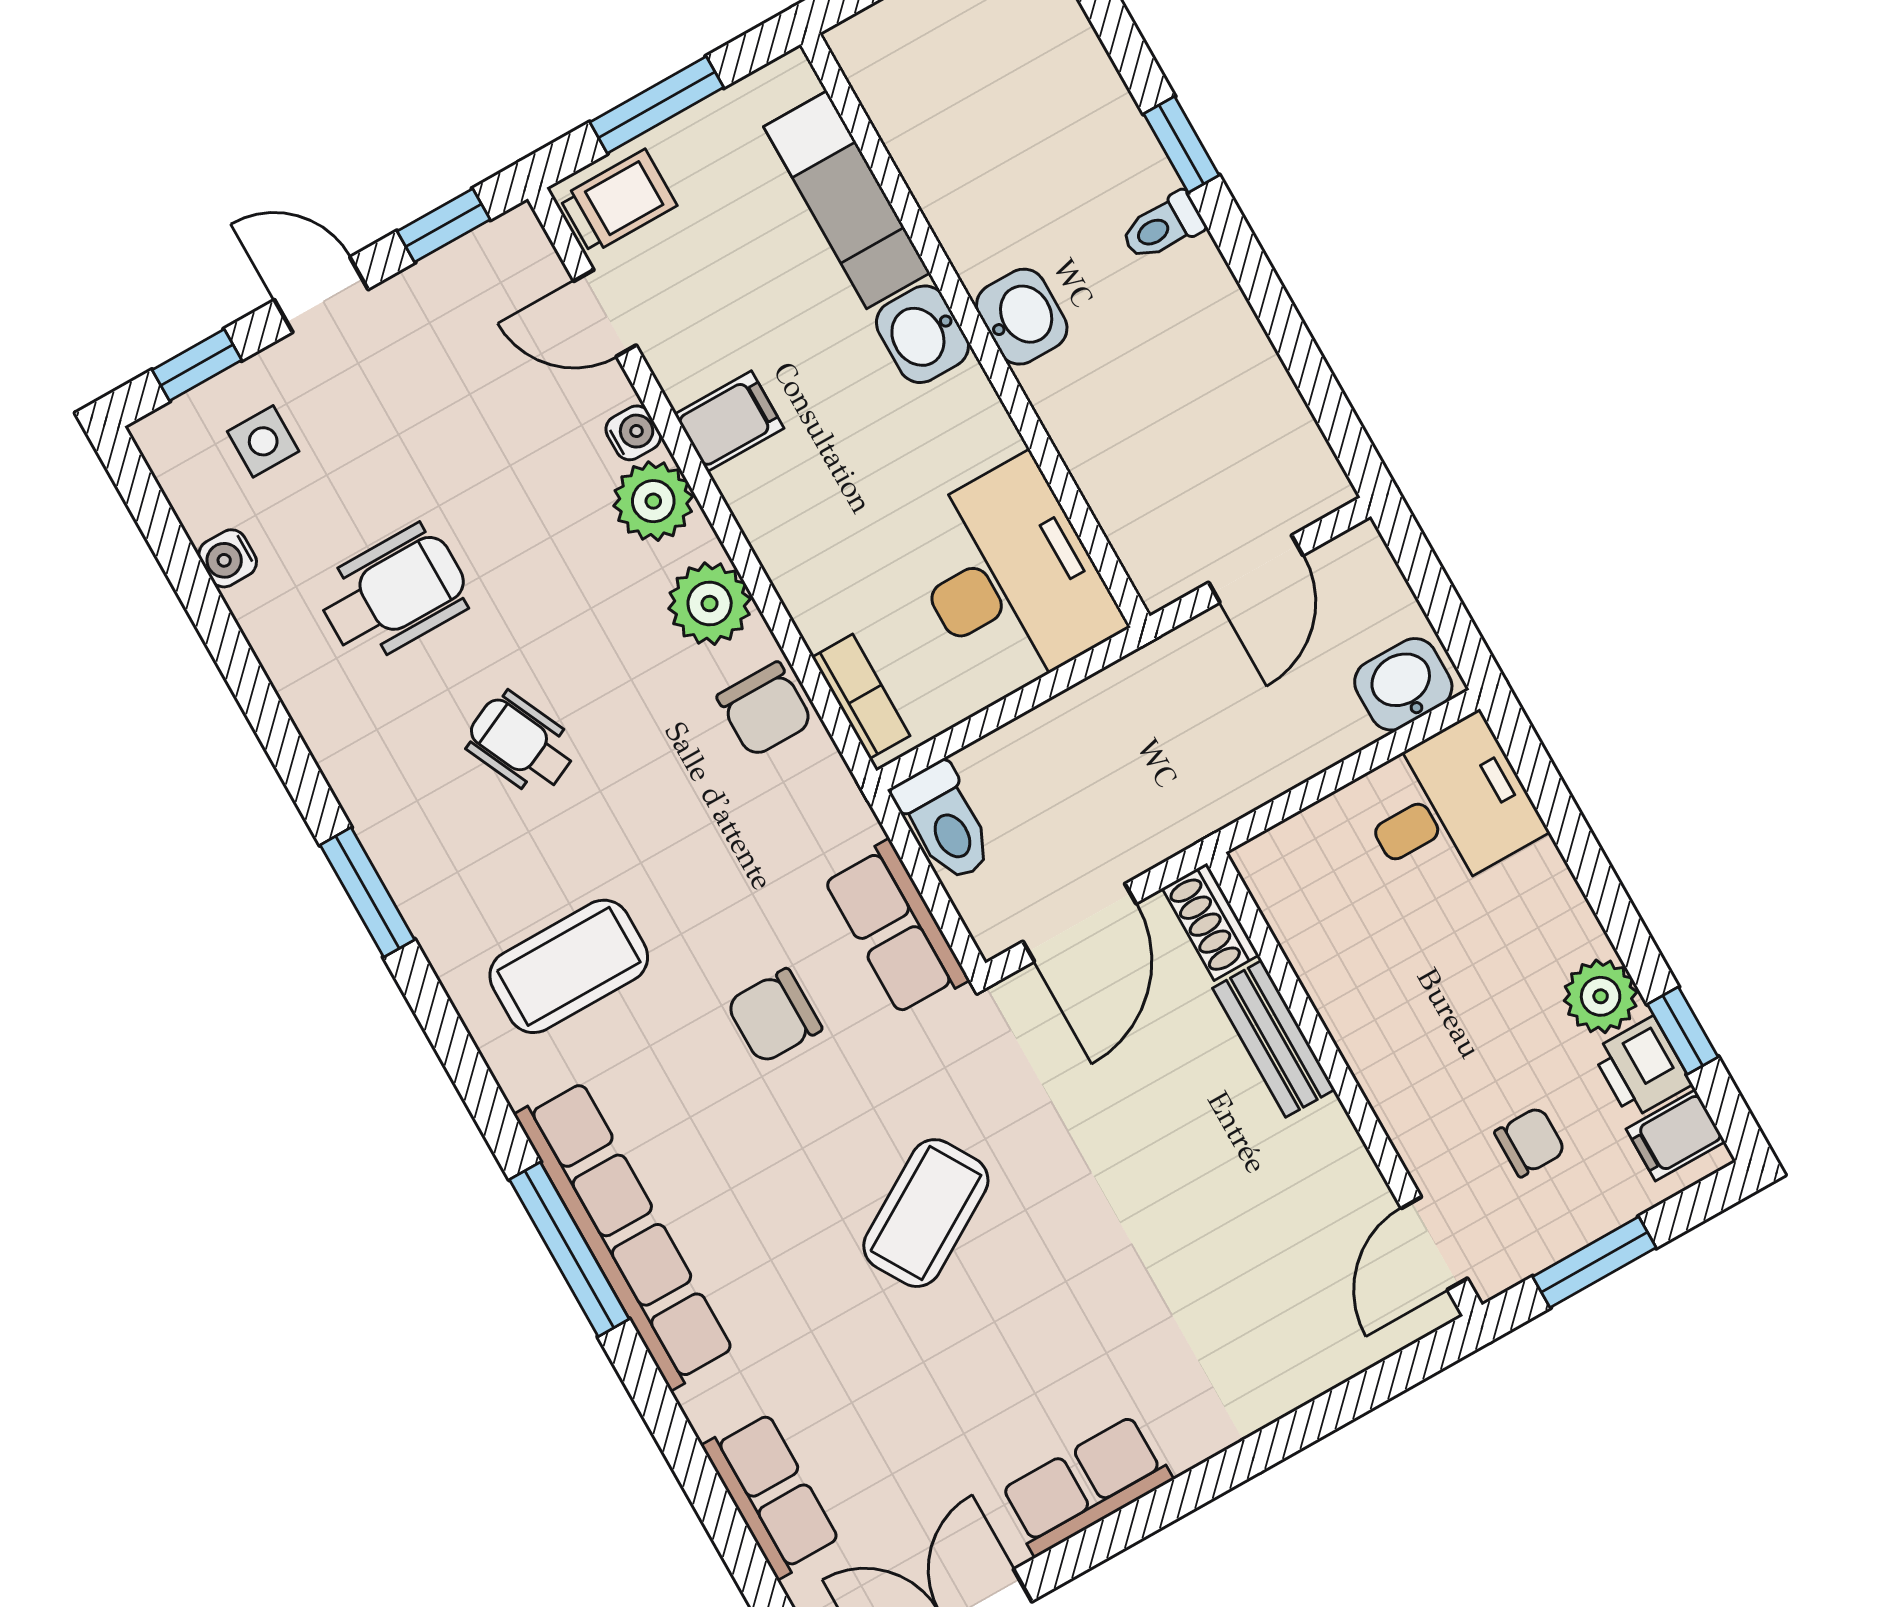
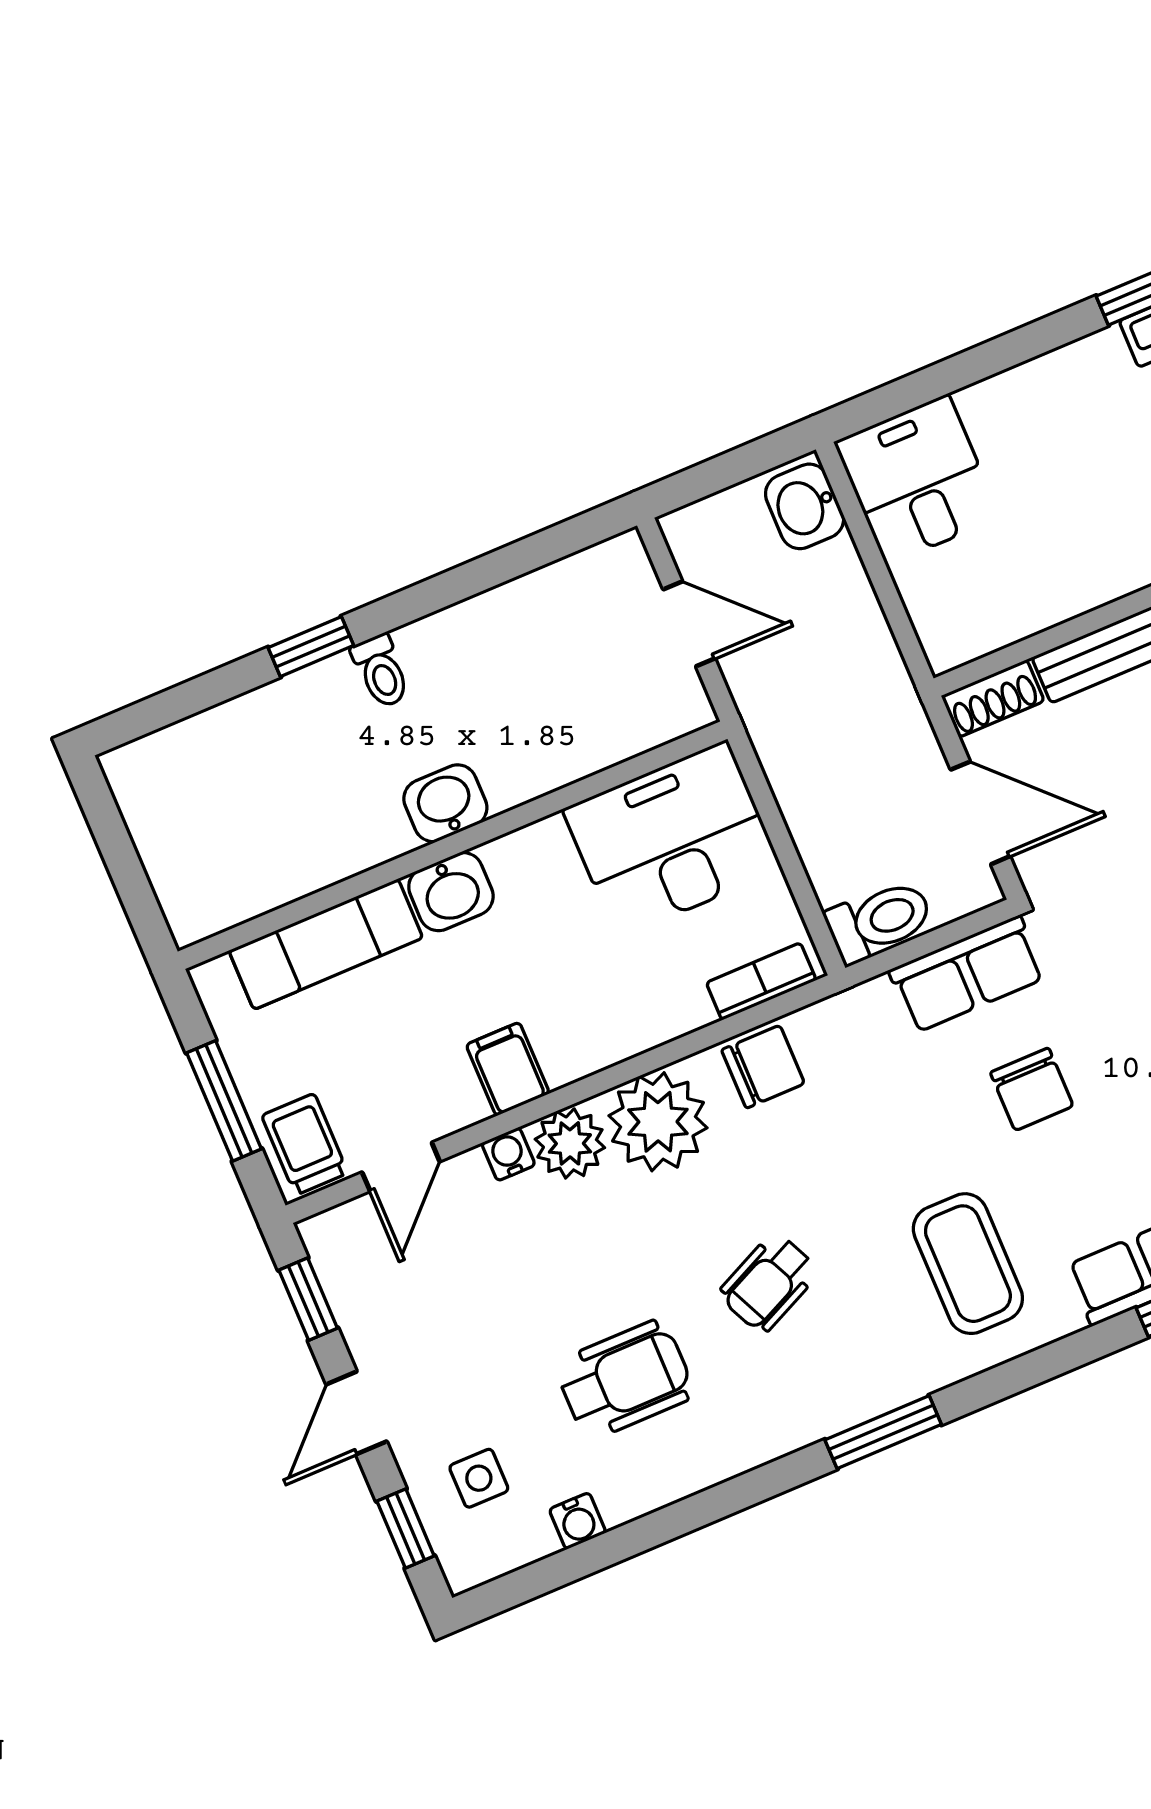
wheelchair: (394, 594) -> (625, 1380), turned 90
plant: (710, 604) -> (658, 1122), width x1.36, depth x1.36
plant: (1601, 996) -> (1097, 365), removed

